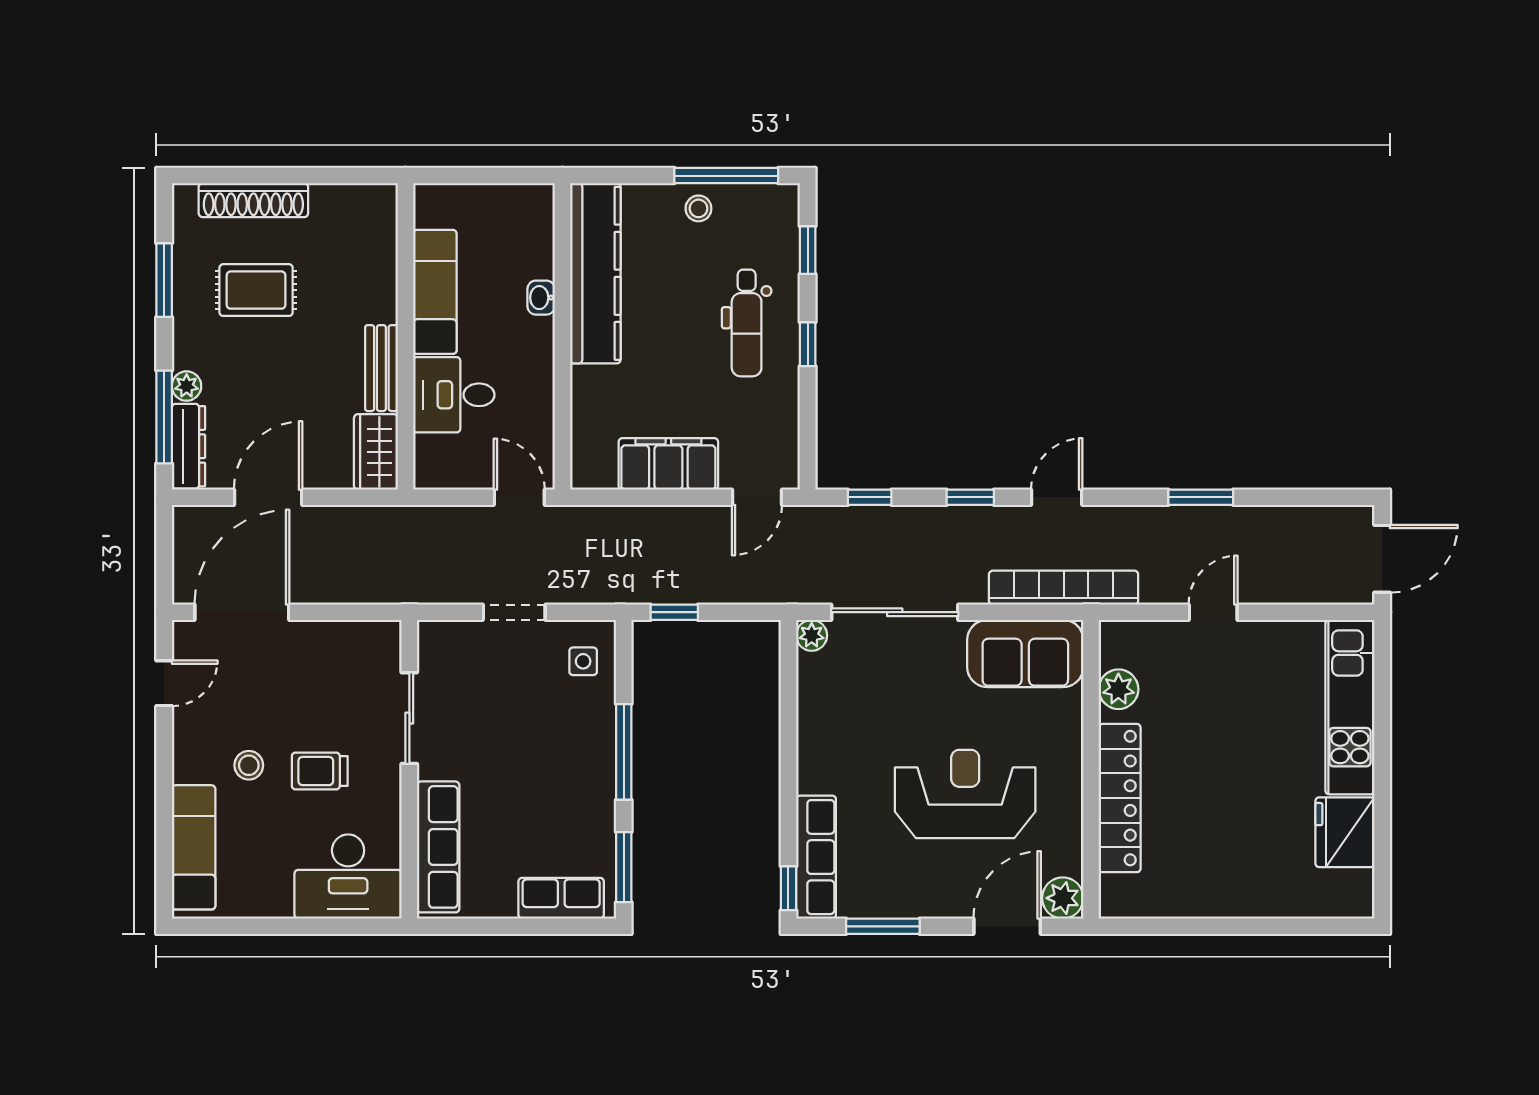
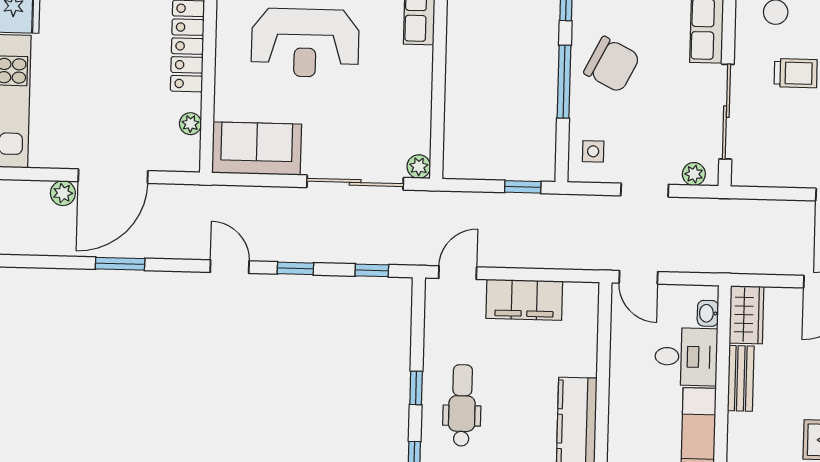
washbasin: (541, 298) -> (708, 313), moved, turned 180
door: (1057, 497) -> (230, 267), swing flipped
bookcase: (1064, 588) -> (226, 198), removed
plant: (1278, 588) -> (63, 193), added
door: (1213, 612) -> (113, 176), width x1.88
plant: (450, 635) -> (694, 174), added
plant: (1118, 689) -> (190, 124), width x0.73, depth x0.73
sliding door: (409, 718) -> (726, 112), width x1.37
chair: (561, 776) -> (612, 64), added

